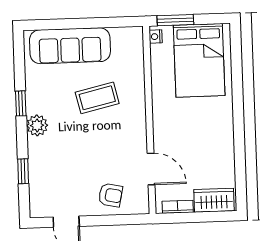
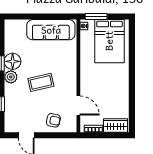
sofa: (70, 46) -> (51, 30), moved
coffee table: (97, 98) -> (41, 82), moved
floor lamp: (39, 99) -> (13, 61), added

